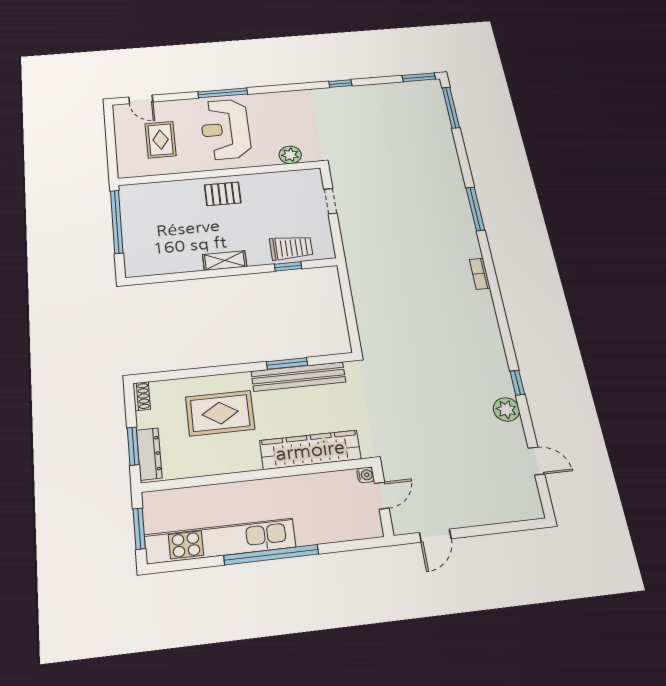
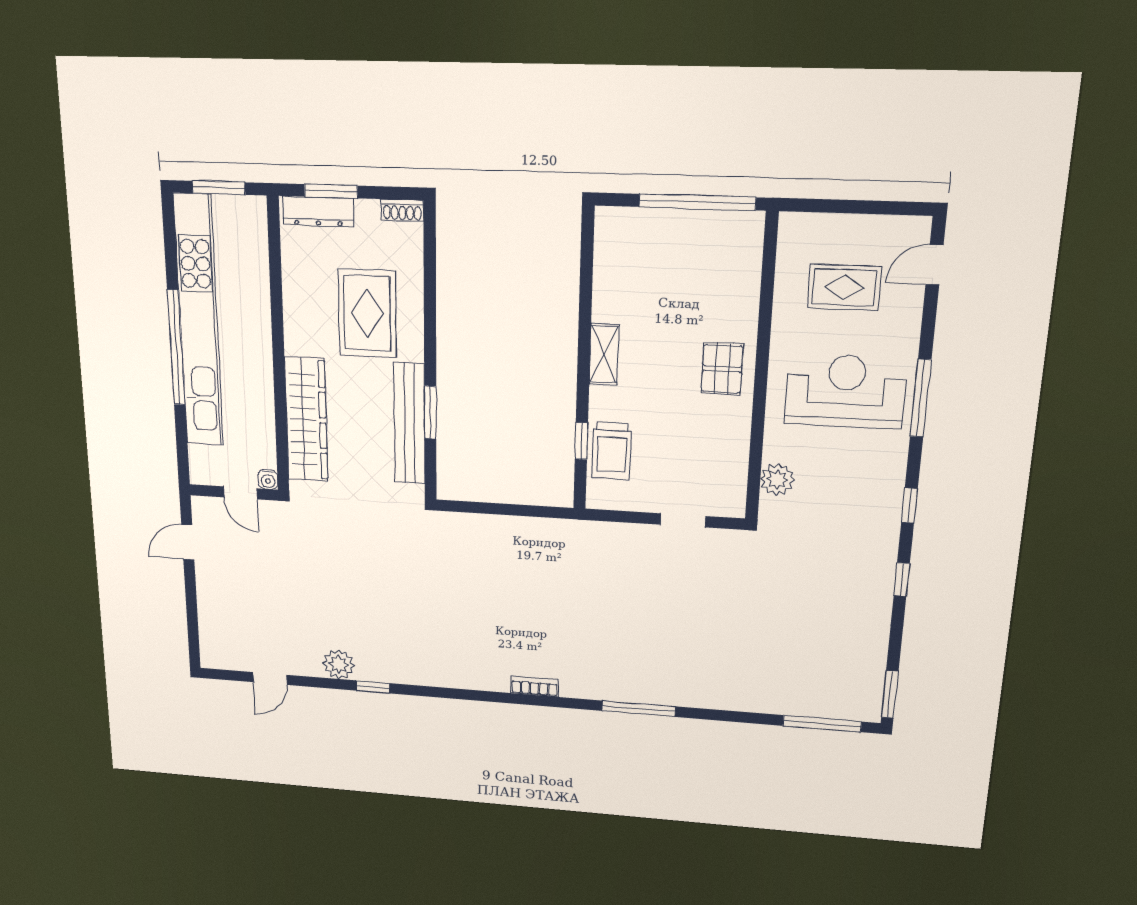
window: (291, 87) -> (909, 505), added
door: (435, 536) -> (188, 542), hinge flipped
kitchen unit: (220, 541) -> (199, 322), width x1.36

